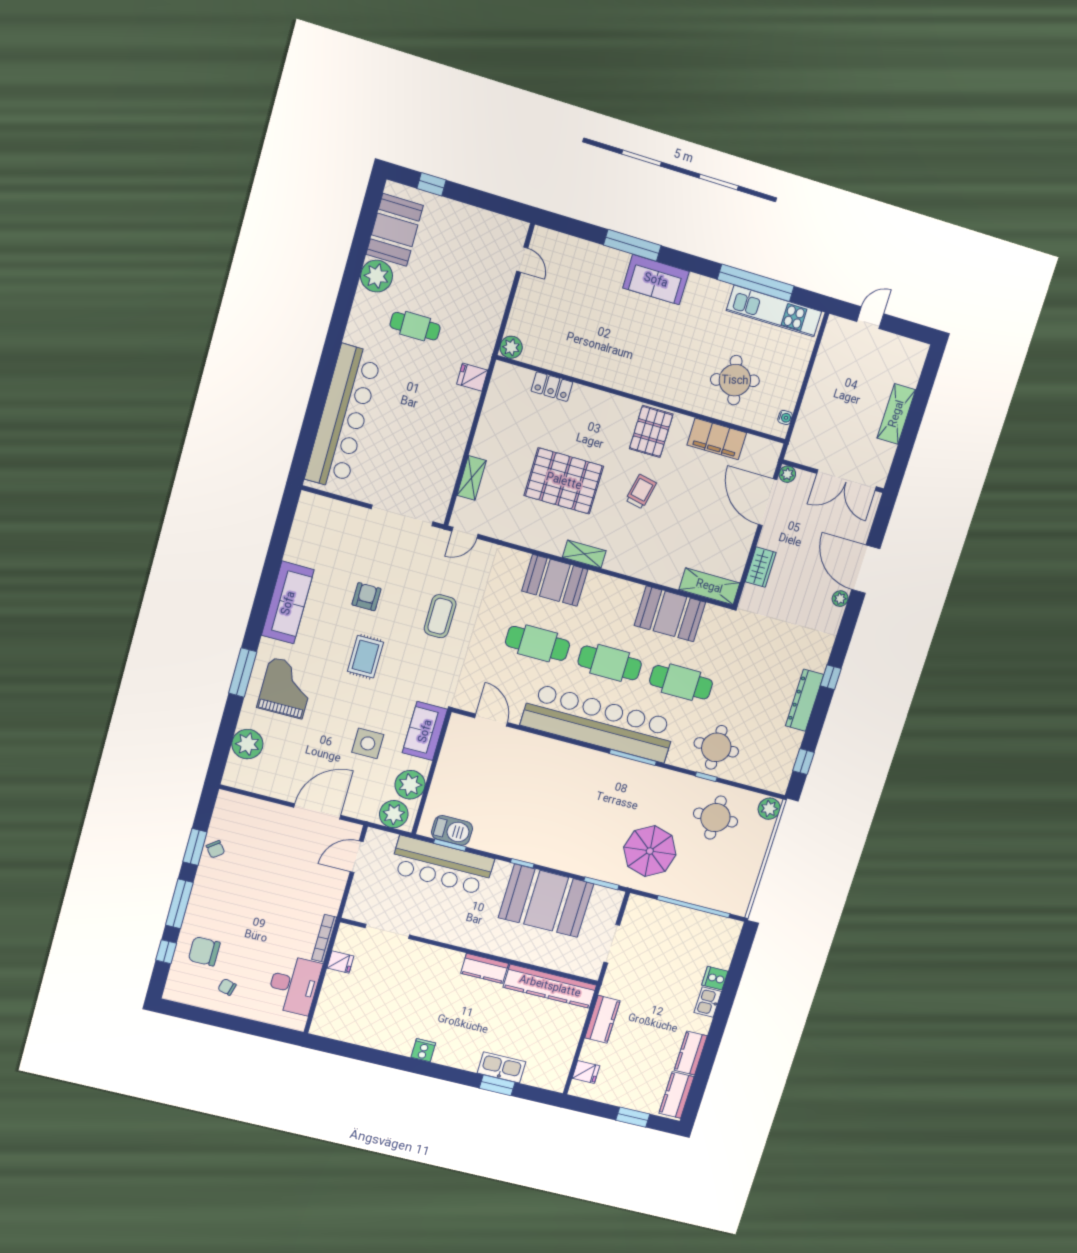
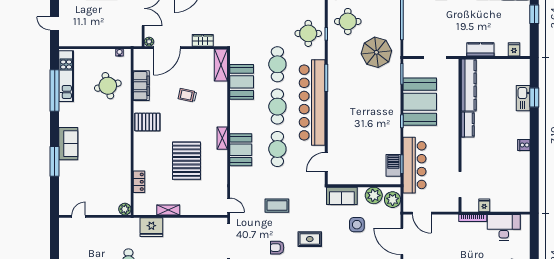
fridge: (472, 377) -> (151, 227), width x1.88, depth x1.34
shelving: (472, 478) -> (168, 210), moved
trolley: (641, 492) -> (187, 95), moved

